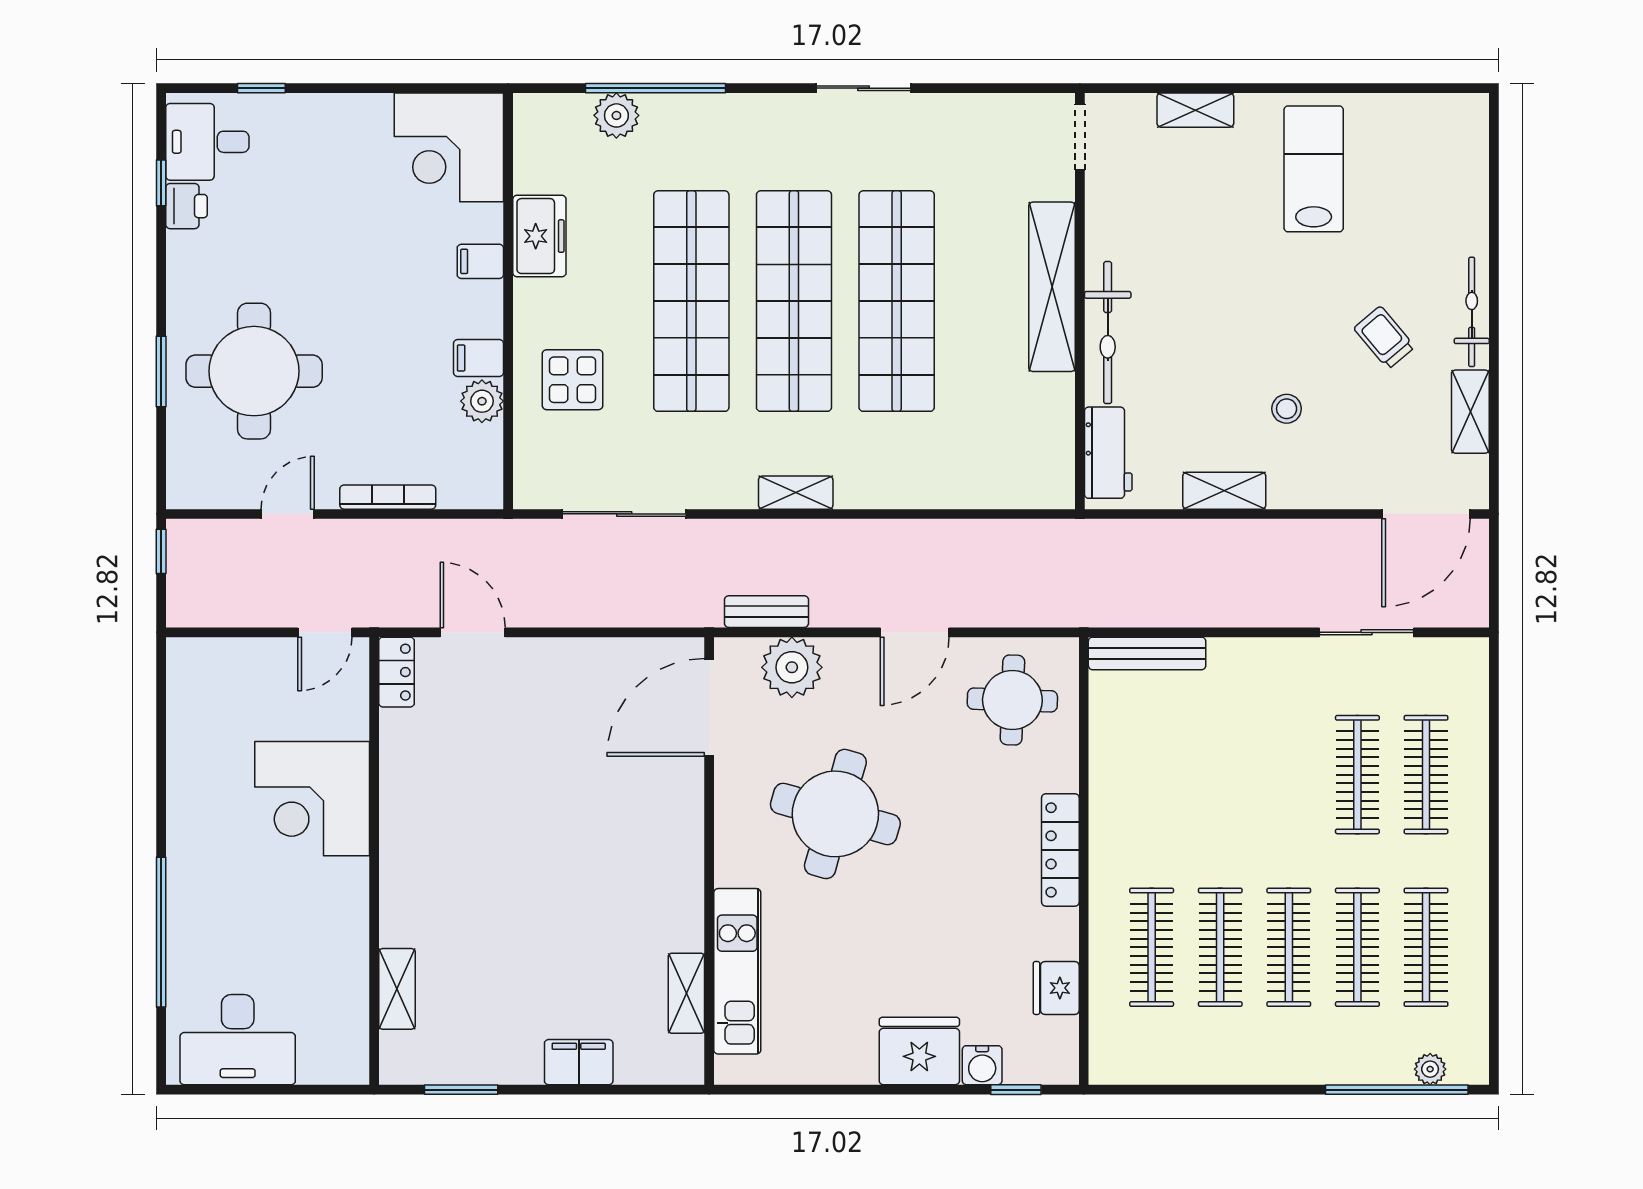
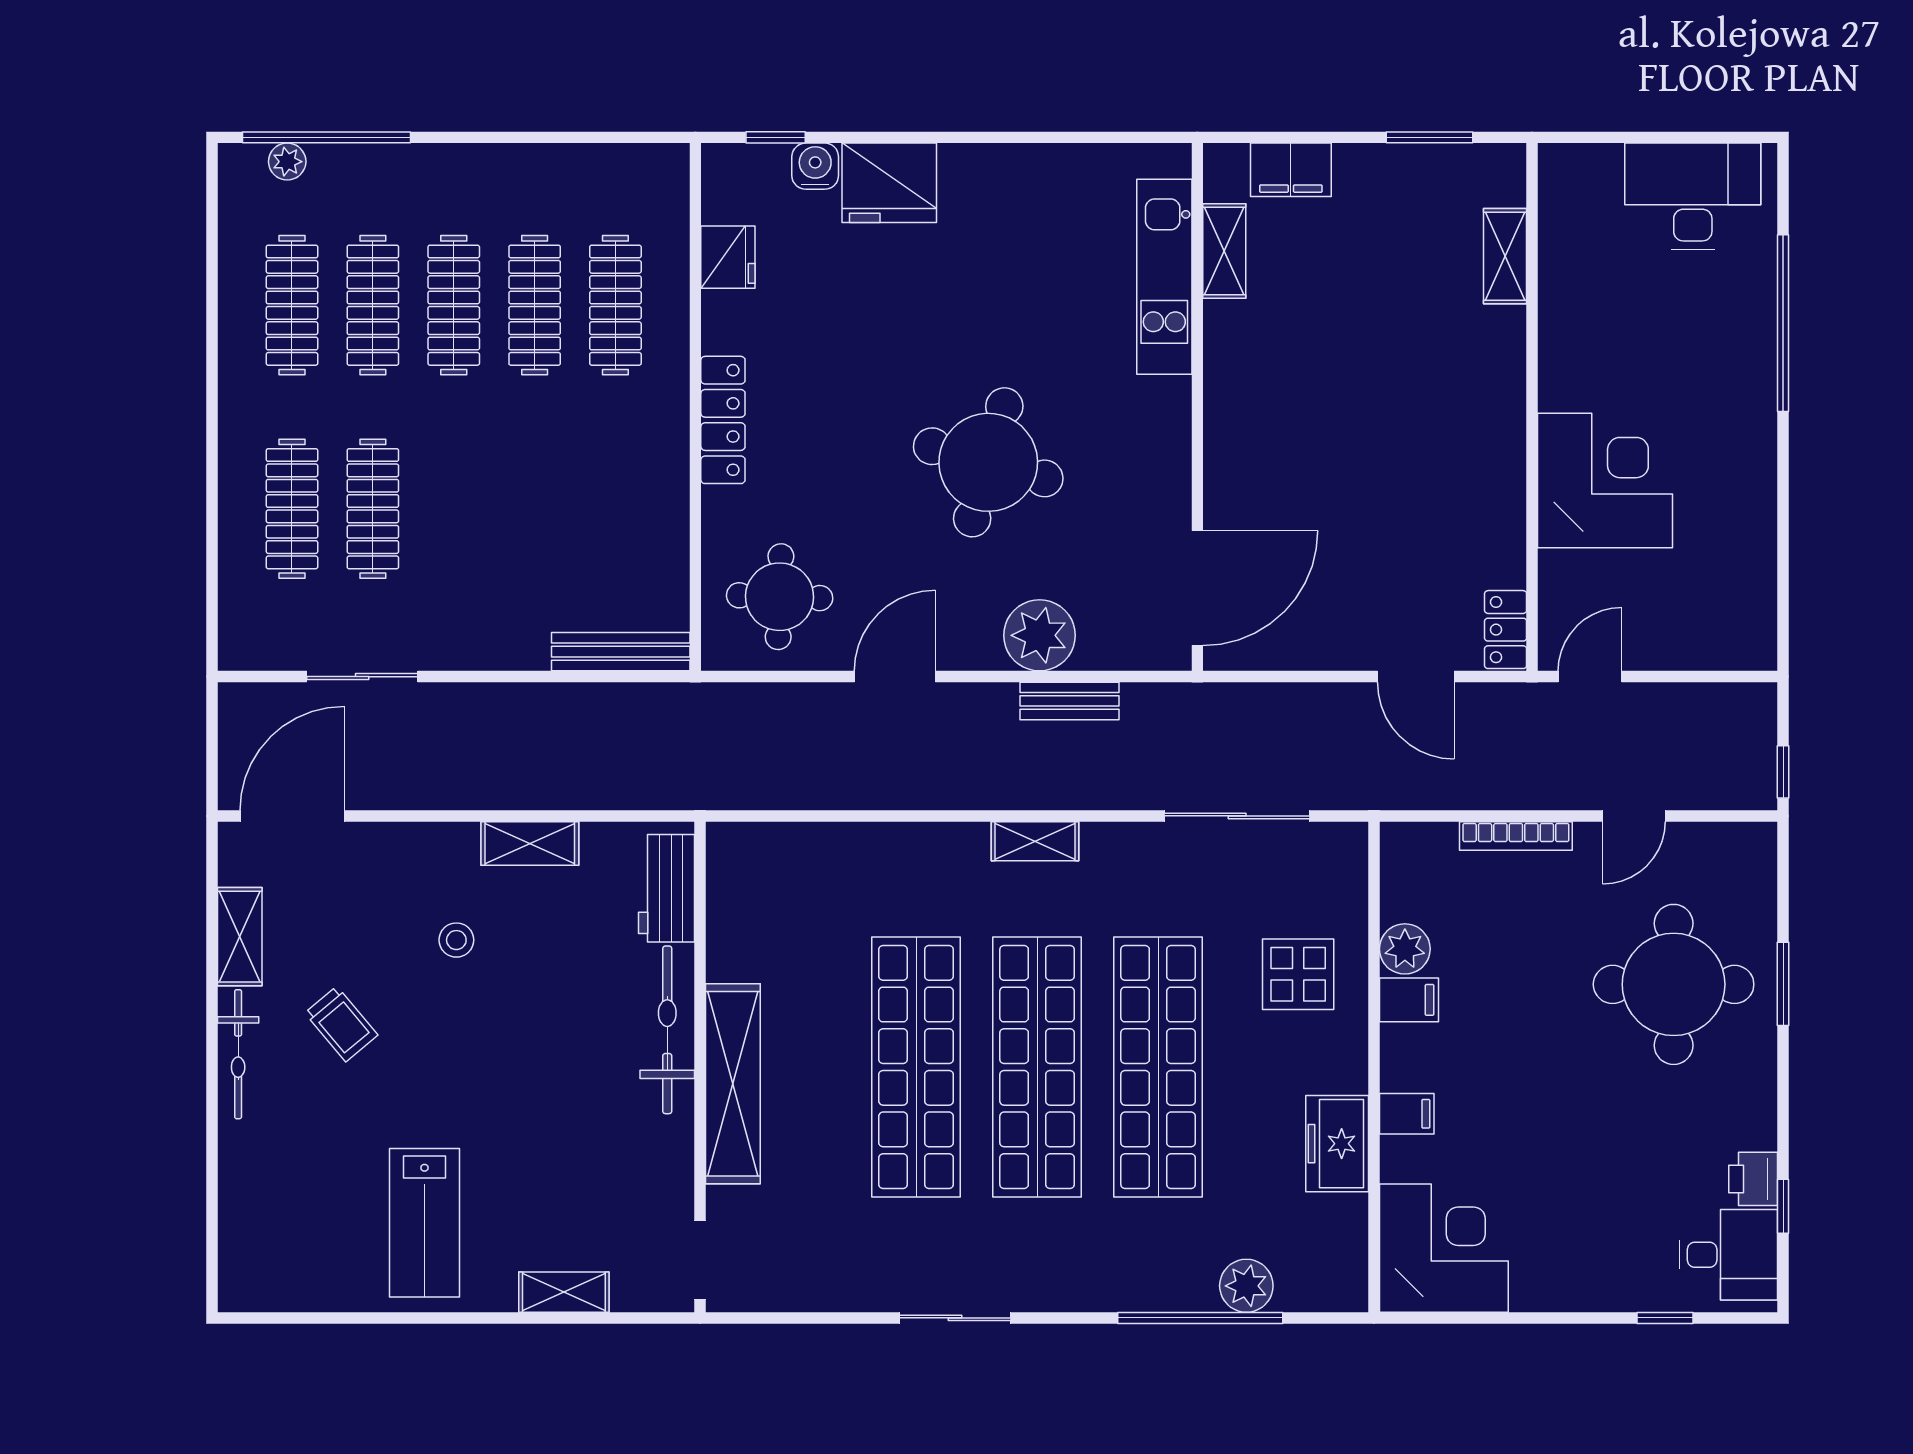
door: (709, 707) -> (1197, 588), moved
wall: (709, 861) -> (1197, 407), moved
kitchen unit: (737, 971) -> (1164, 277), moved
shelving: (686, 993) -> (1224, 251), moved

